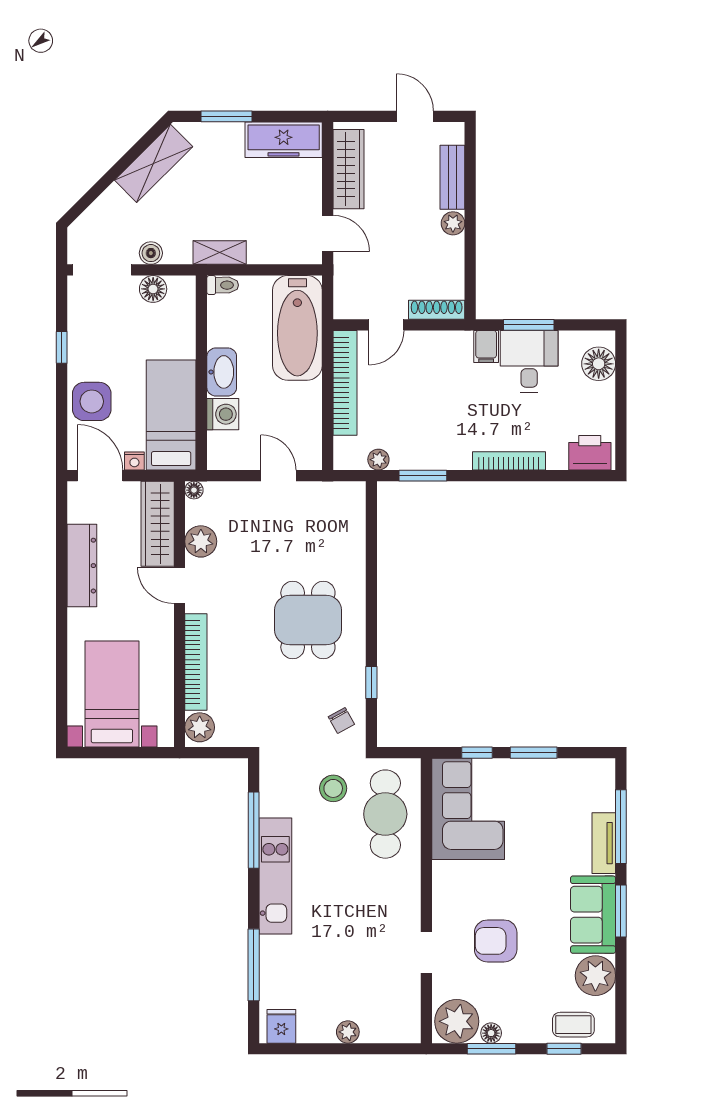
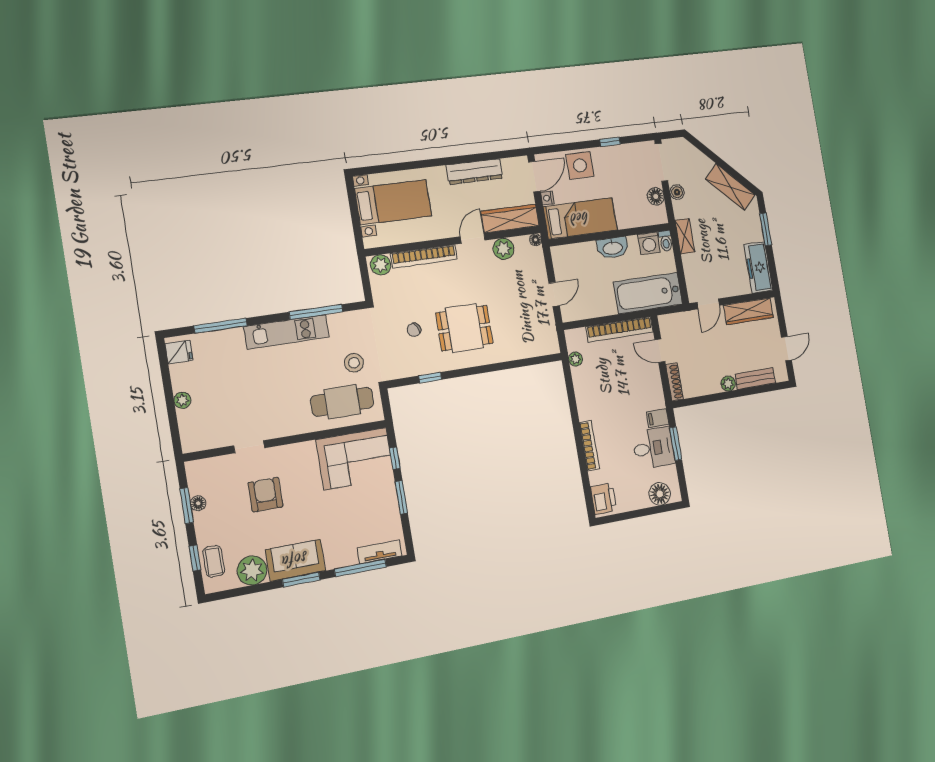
washing machine: (223, 414) -> (649, 243), moved
window: (423, 476) -> (570, 390), removed
chair: (341, 720) -> (414, 330), moved
tv unit: (604, 843) -> (380, 552), moved
plant: (457, 1021) -> (203, 477), removed

